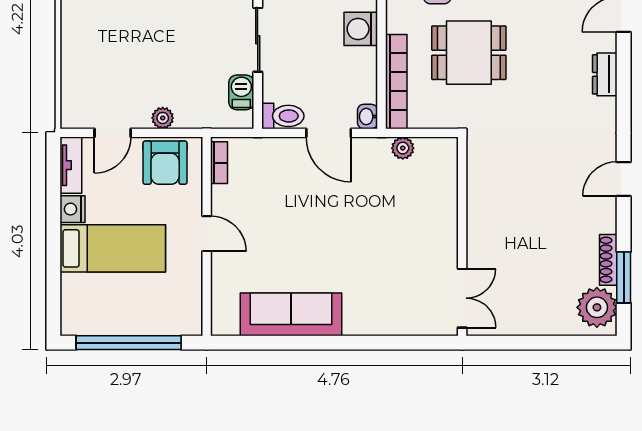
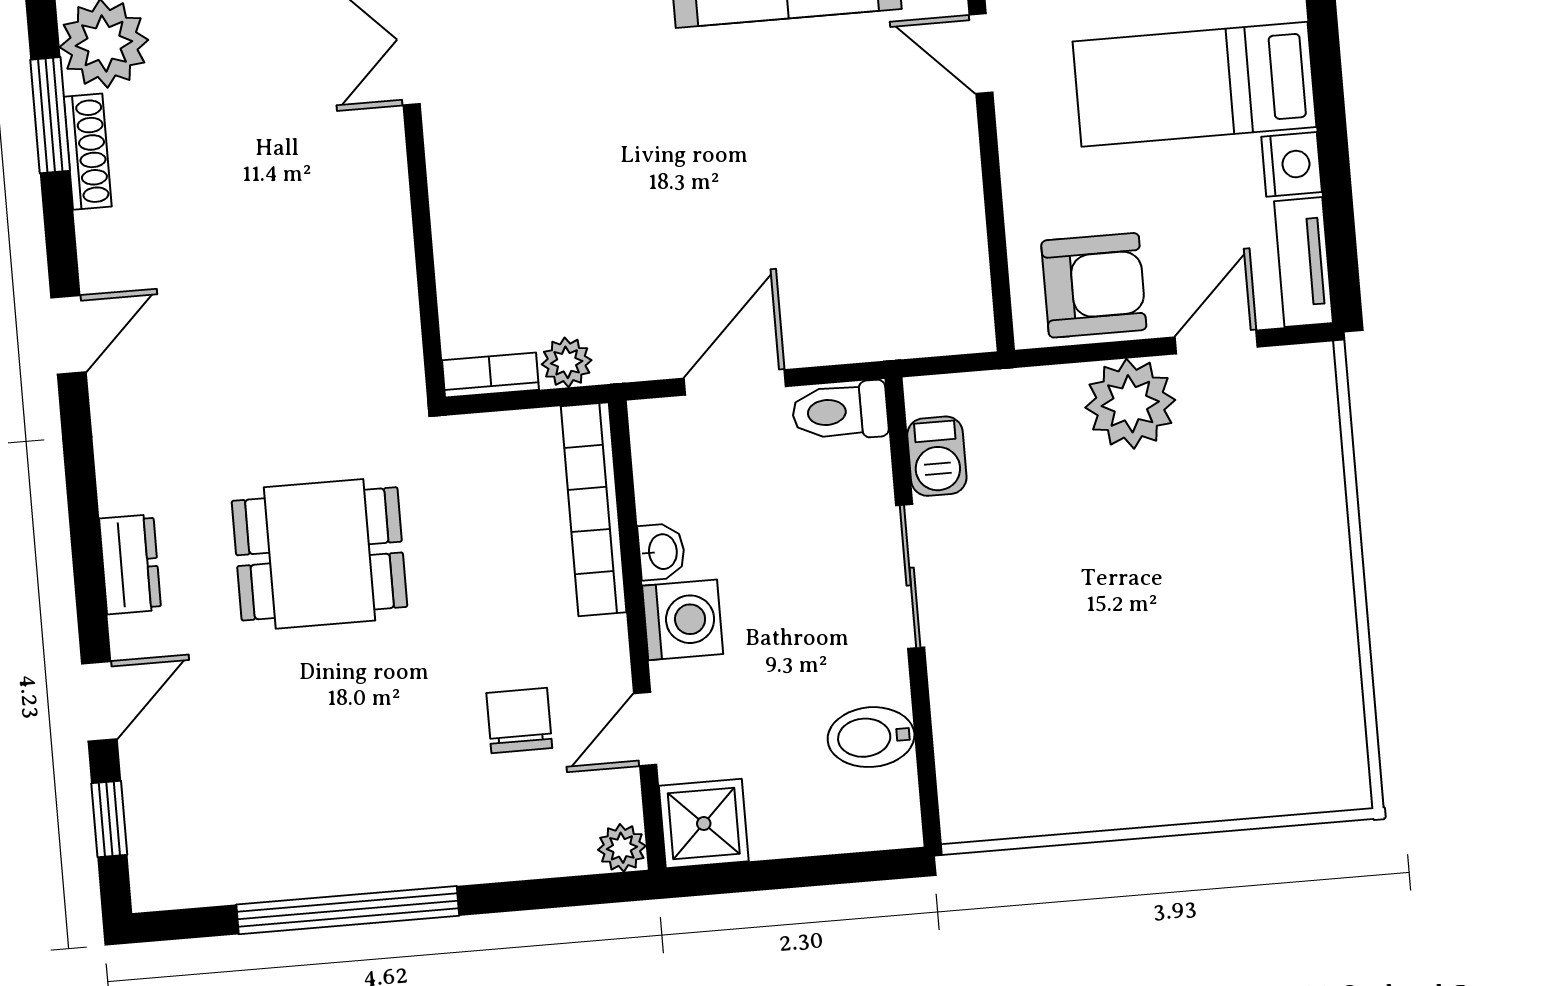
dining table: (469, 53) -> (319, 554), moved
washbasin: (368, 117) -> (662, 552), moved
plant: (163, 118) -> (1130, 404), width x1.88, depth x1.88
door: (329, 133) -> (735, 382), hinge flipped
armchair: (165, 163) -> (1094, 285), turned 90
bookcase: (219, 163) -> (491, 375), moved, turned 90
door: (207, 234) -> (981, 54), moved

